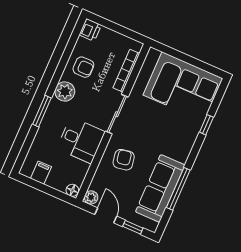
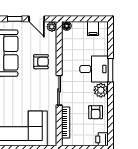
armchair: (83, 67) -> (96, 112), turned -90
desk: (81, 140) -> (94, 69), moved, turned 180
armchair: (124, 160) -> (41, 62), turned -80

